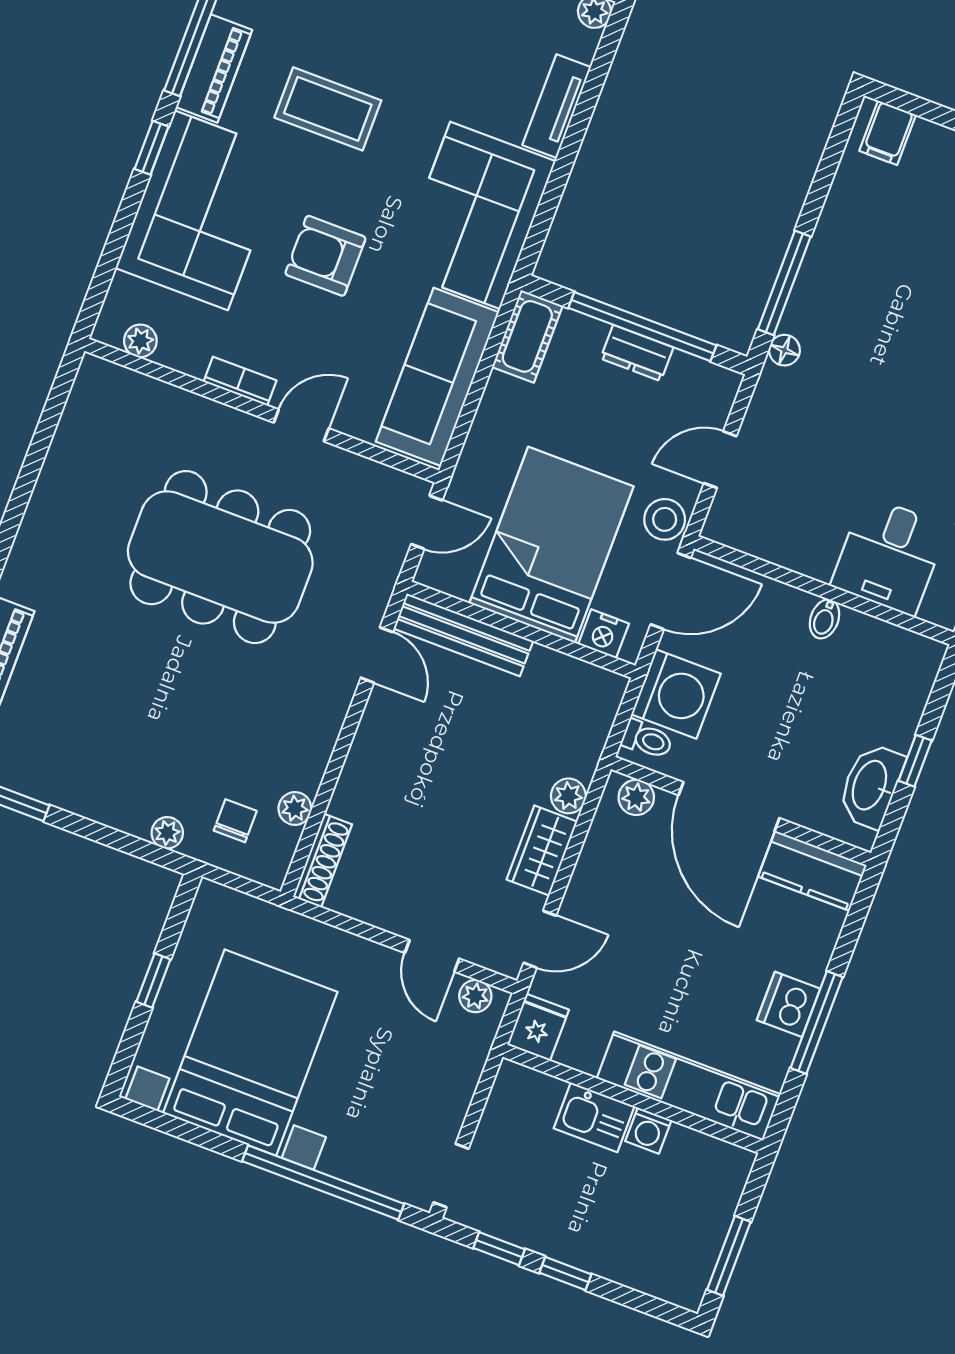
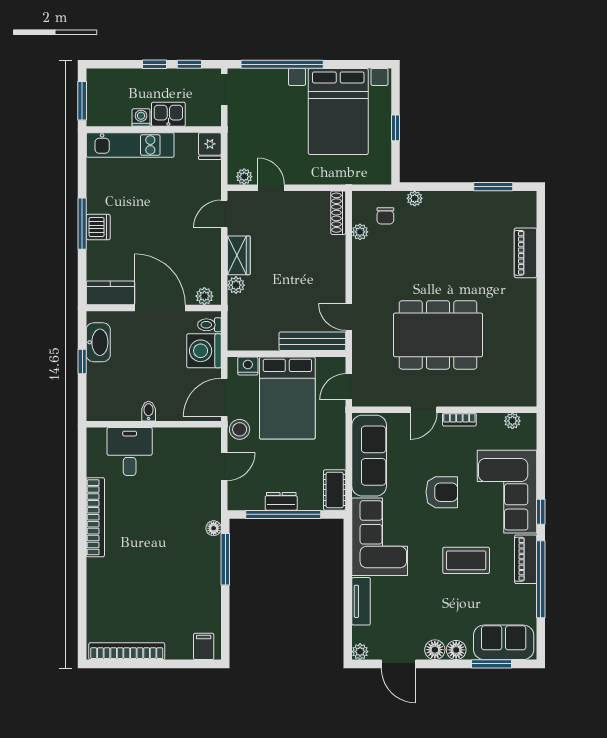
fridge: (538, 1027) -> (210, 146), moved
kitchen unit: (689, 1086) -> (130, 145), moved
wall: (633, 1099) -> (154, 130), moved
kitchen sink: (594, 1117) -> (168, 114), moved
washing machine: (648, 1131) -> (141, 118), moved

